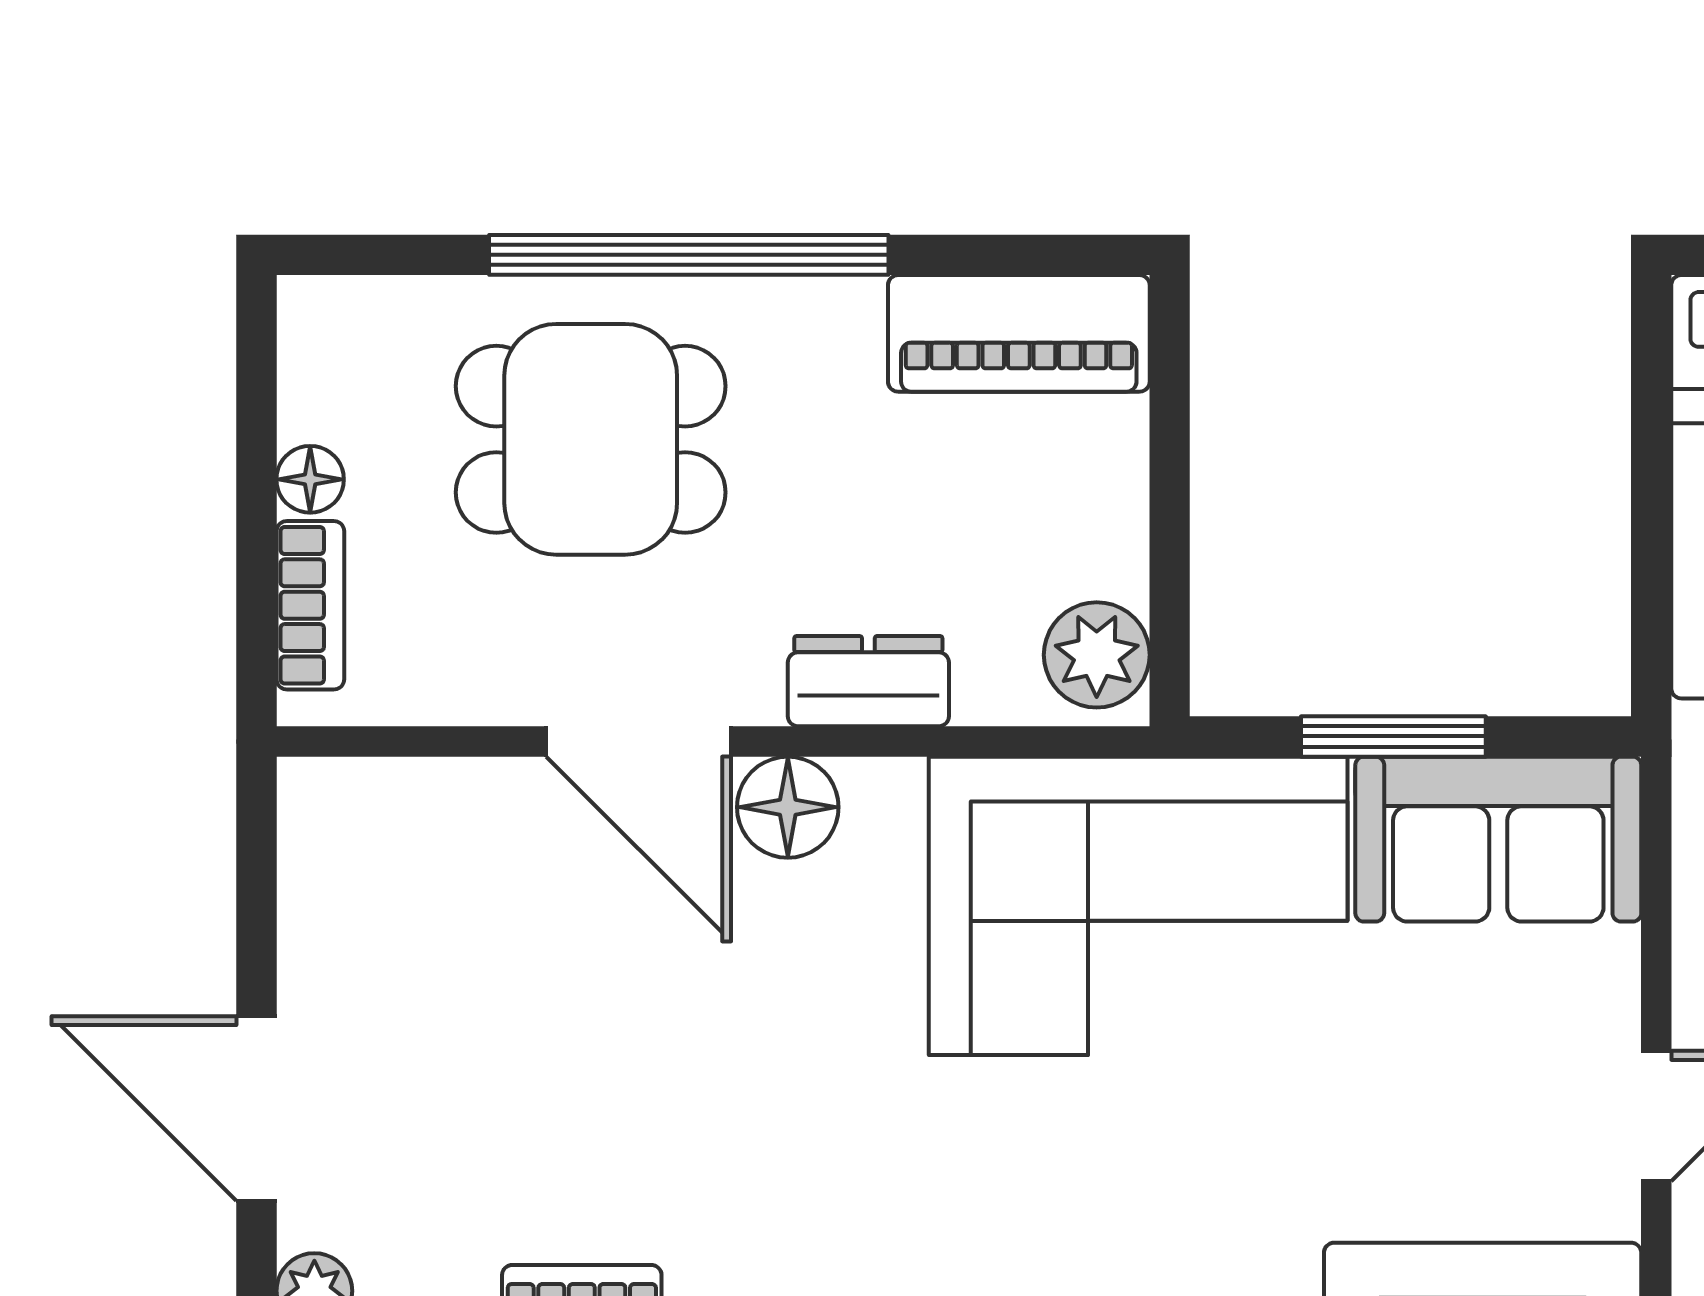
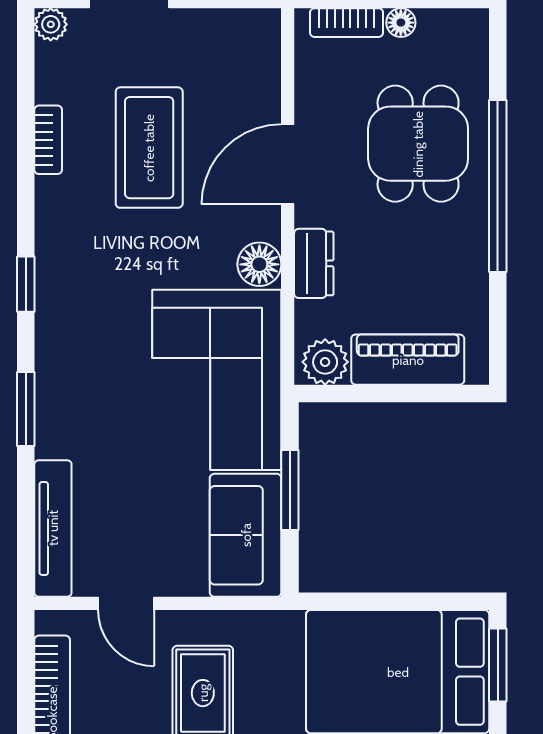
piano: (1019, 333) -> (408, 360), moved, turned 90
floor lamp: (788, 807) -> (259, 264), moved
coffee table: (600, 1063) -> (149, 148), added

